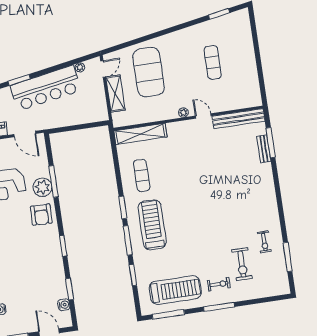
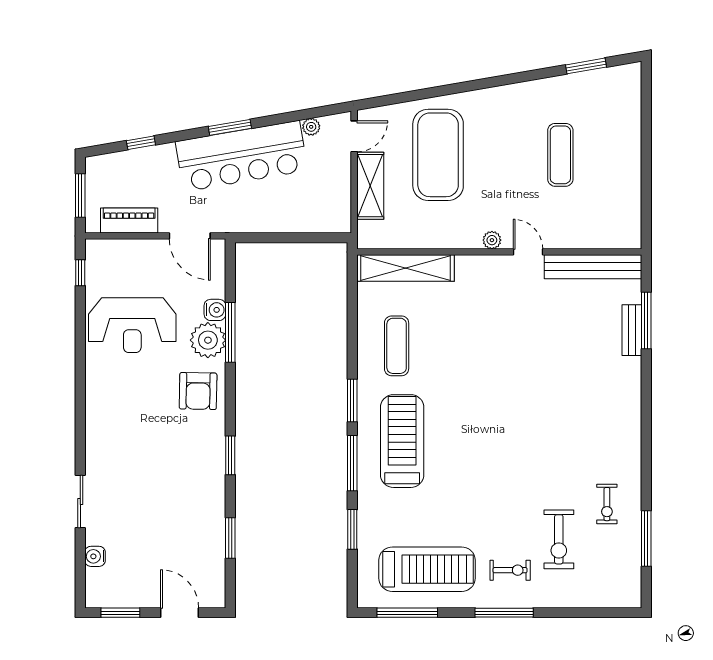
window: (19, 80) -> (230, 127), moved
water cooler: (64, 305) -> (215, 310), moved

